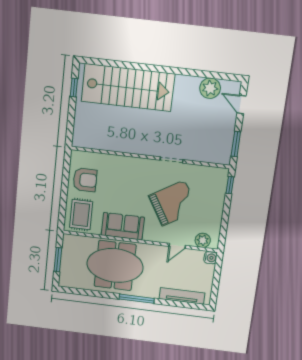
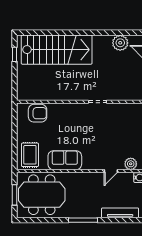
armchair: (85, 180) -> (38, 113), moved
grand piano: (173, 203) -> (103, 136), removed
meeting table: (115, 265) -> (42, 195), moved

